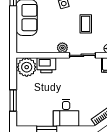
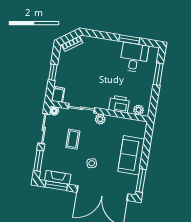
plant: (27, 67) -> (139, 110), width x0.53, depth x0.53
desk: (66, 113) -> (134, 57), moved

